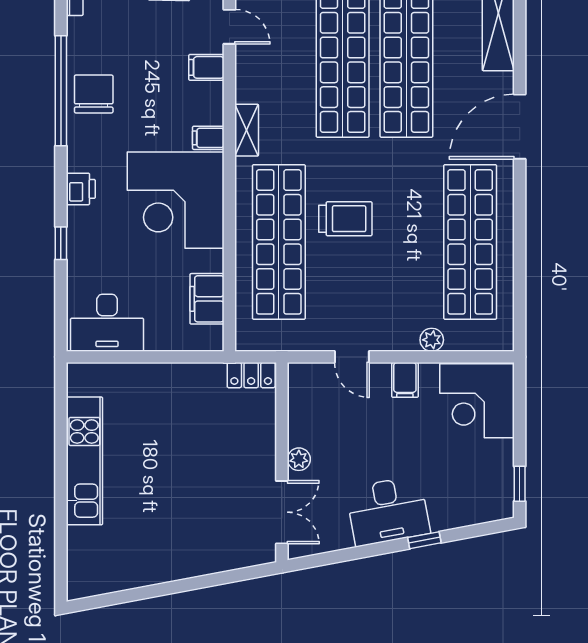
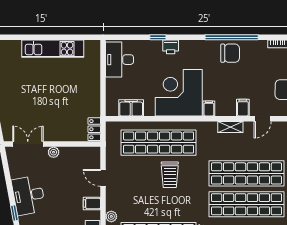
shelving: (247, 130) -> (230, 127), moved
printer: (81, 189) -> (171, 47), moved
door: (352, 357) -> (103, 178), hinge flipped
double door: (282, 512) -> (28, 144), swing flipped

